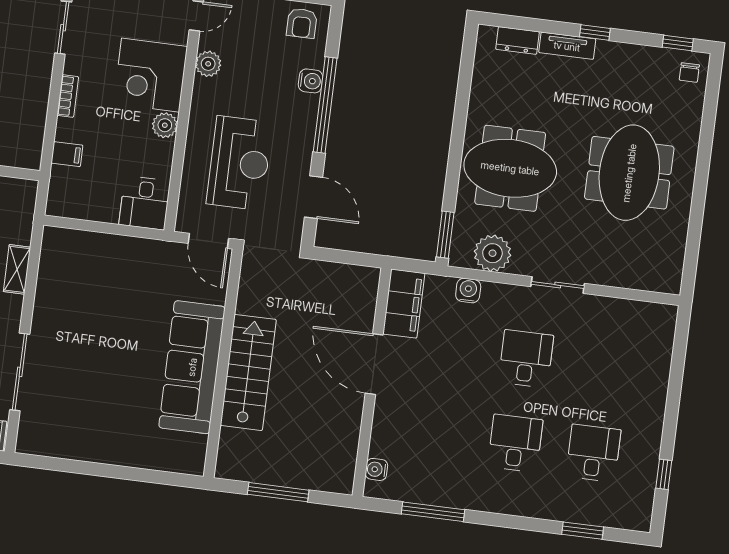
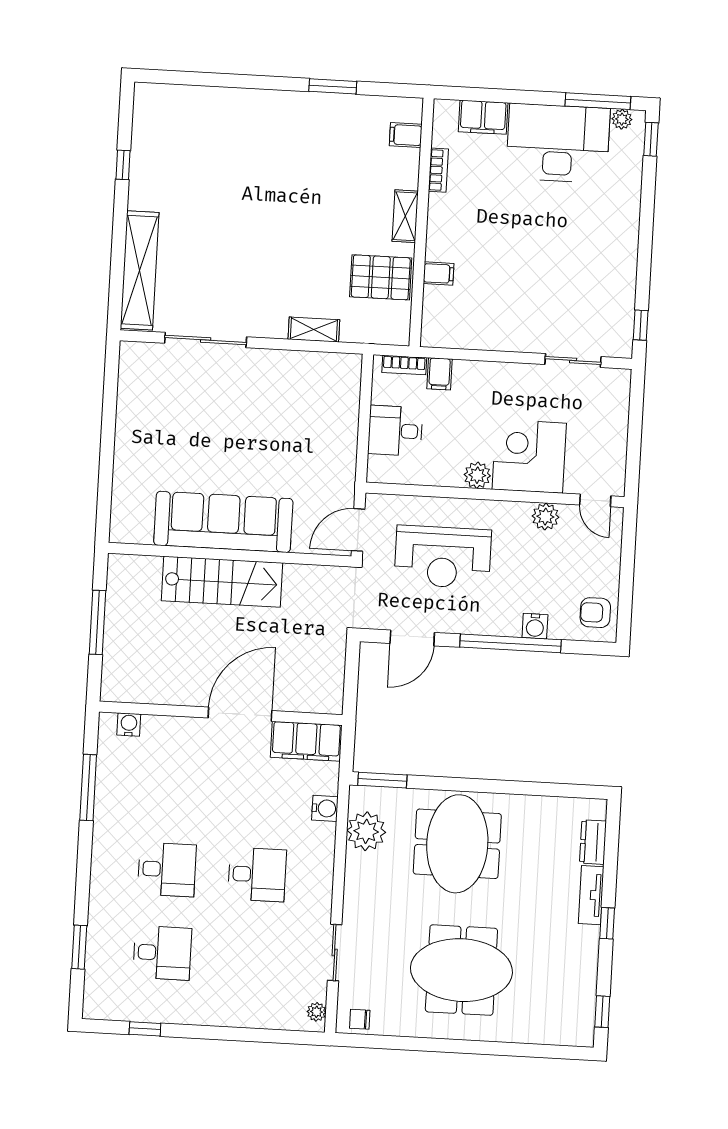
chair: (689, 72) -> (360, 1019), moved
bookcase: (68, 96) -> (404, 365), moved
desk: (145, 203) -> (395, 431), moved
sliding door: (558, 285) -> (335, 952), moved
plant: (659, 312) -> (317, 1012), added

